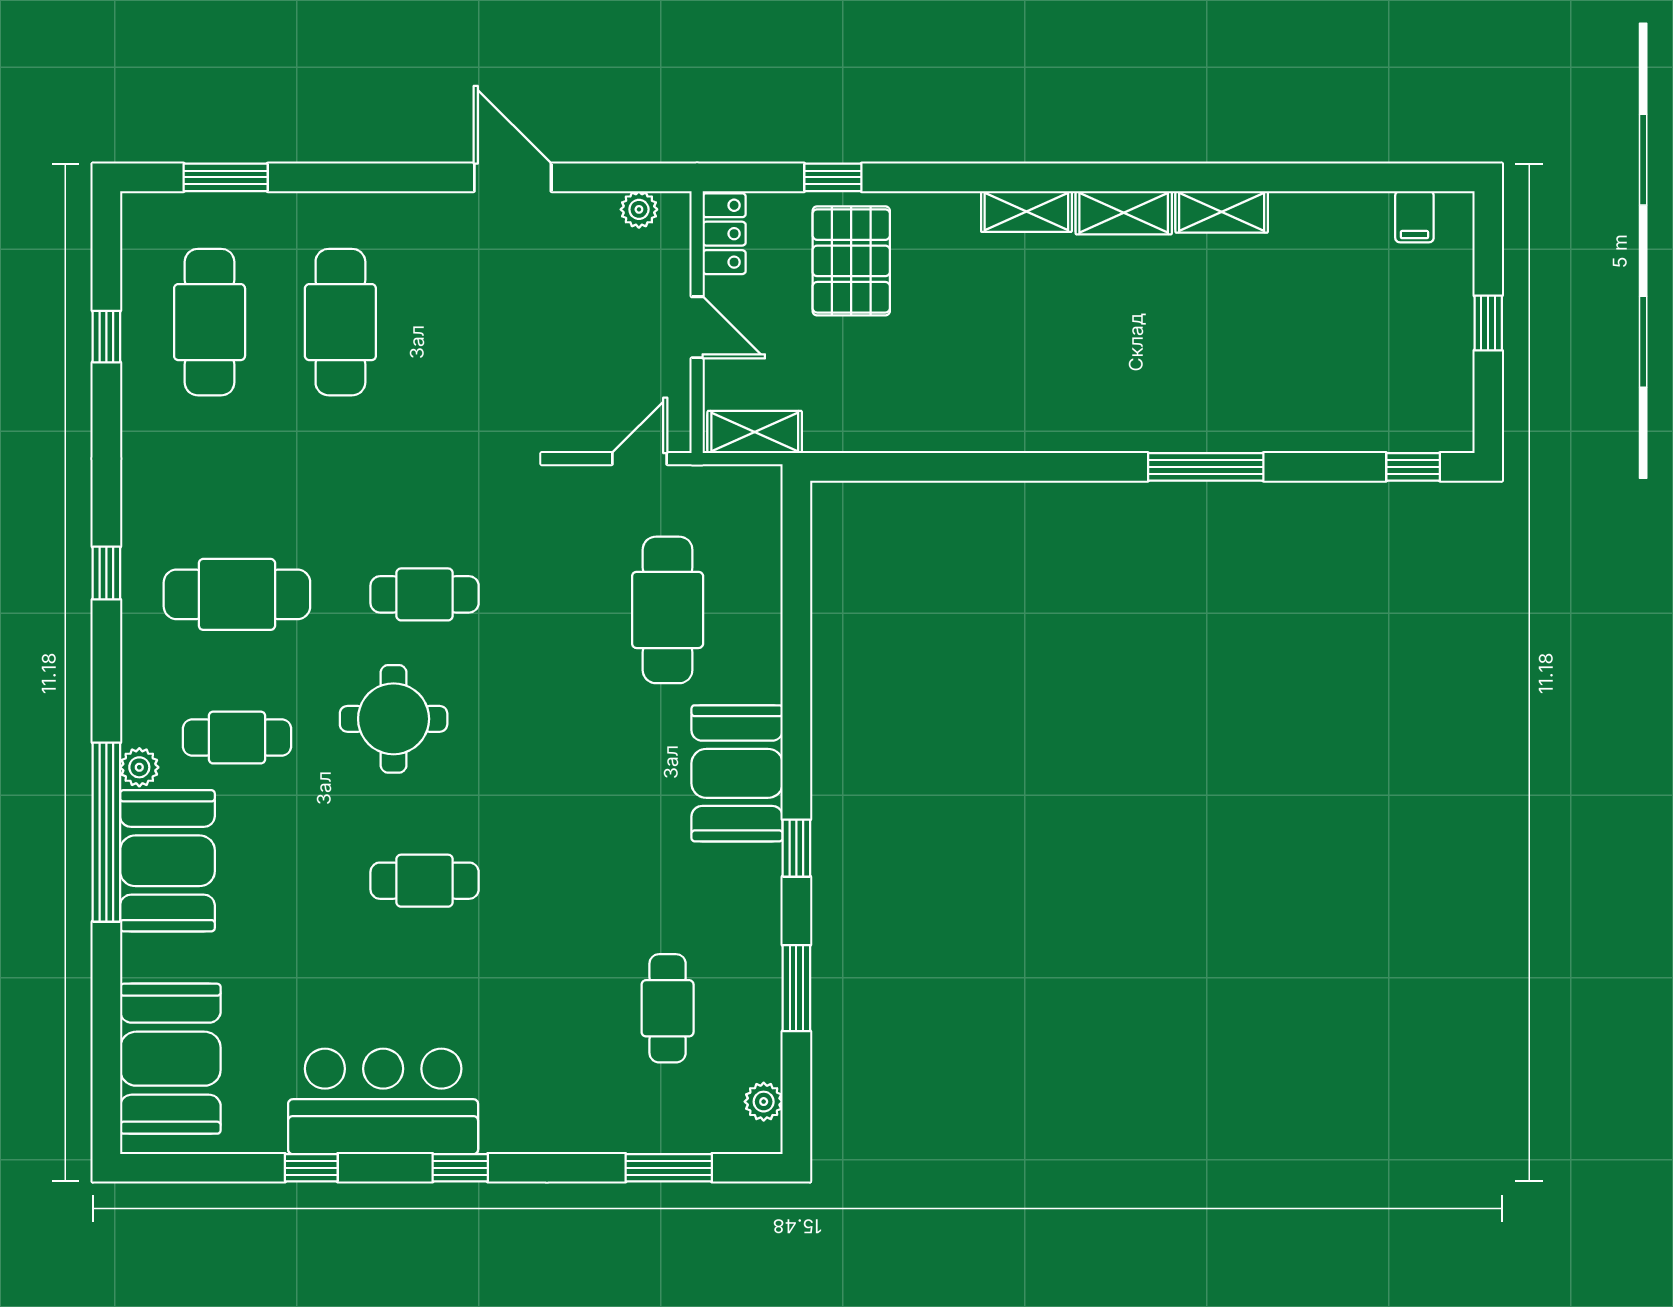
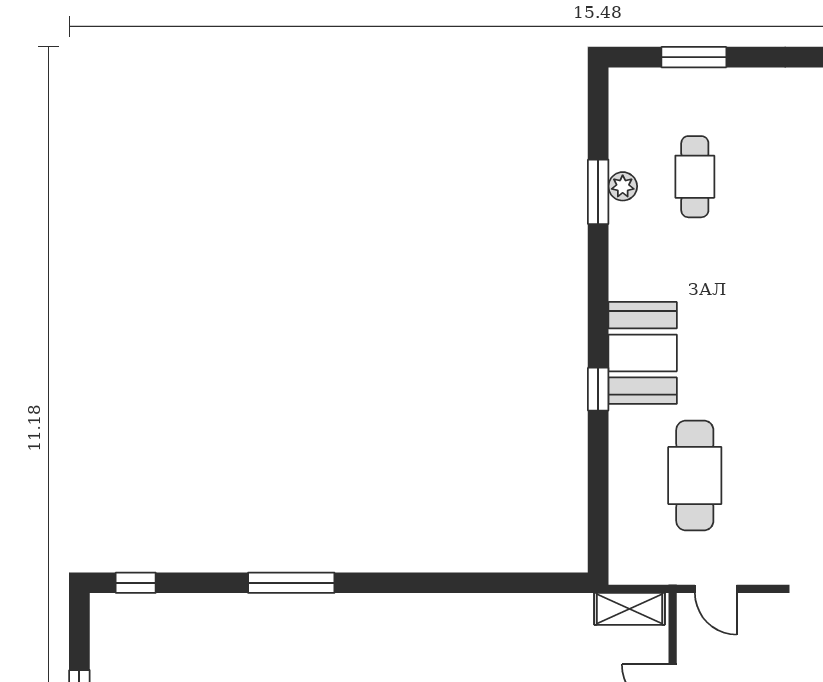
door: (640, 459) -> (716, 589), hinge flipped
window: (796, 848) -> (598, 389), moved
plant: (764, 1102) -> (623, 186), moved

